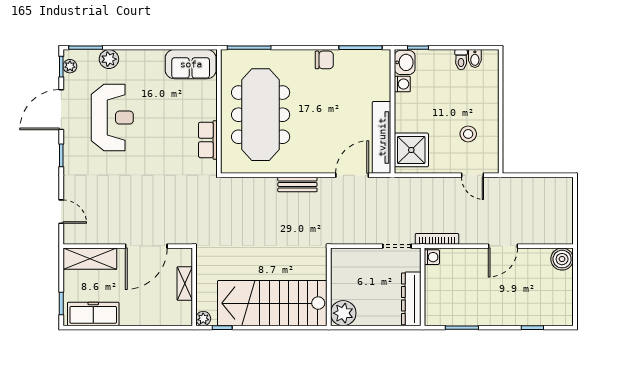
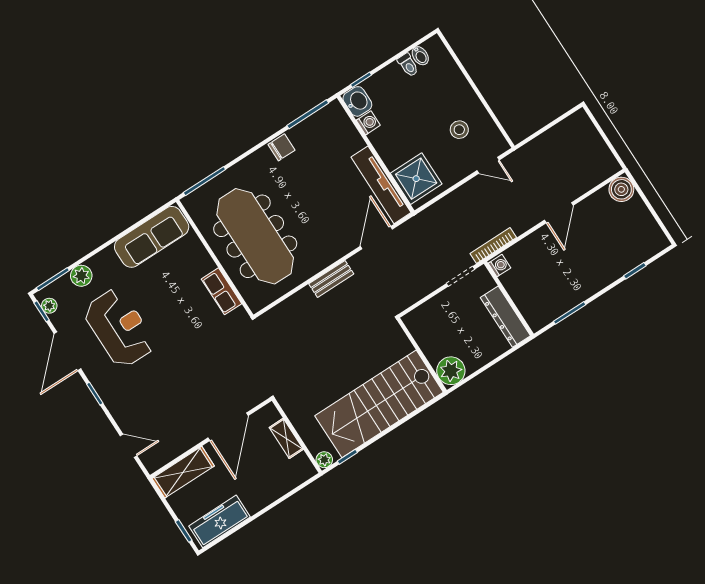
sofa: (191, 64) -> (152, 237), width x1.36

